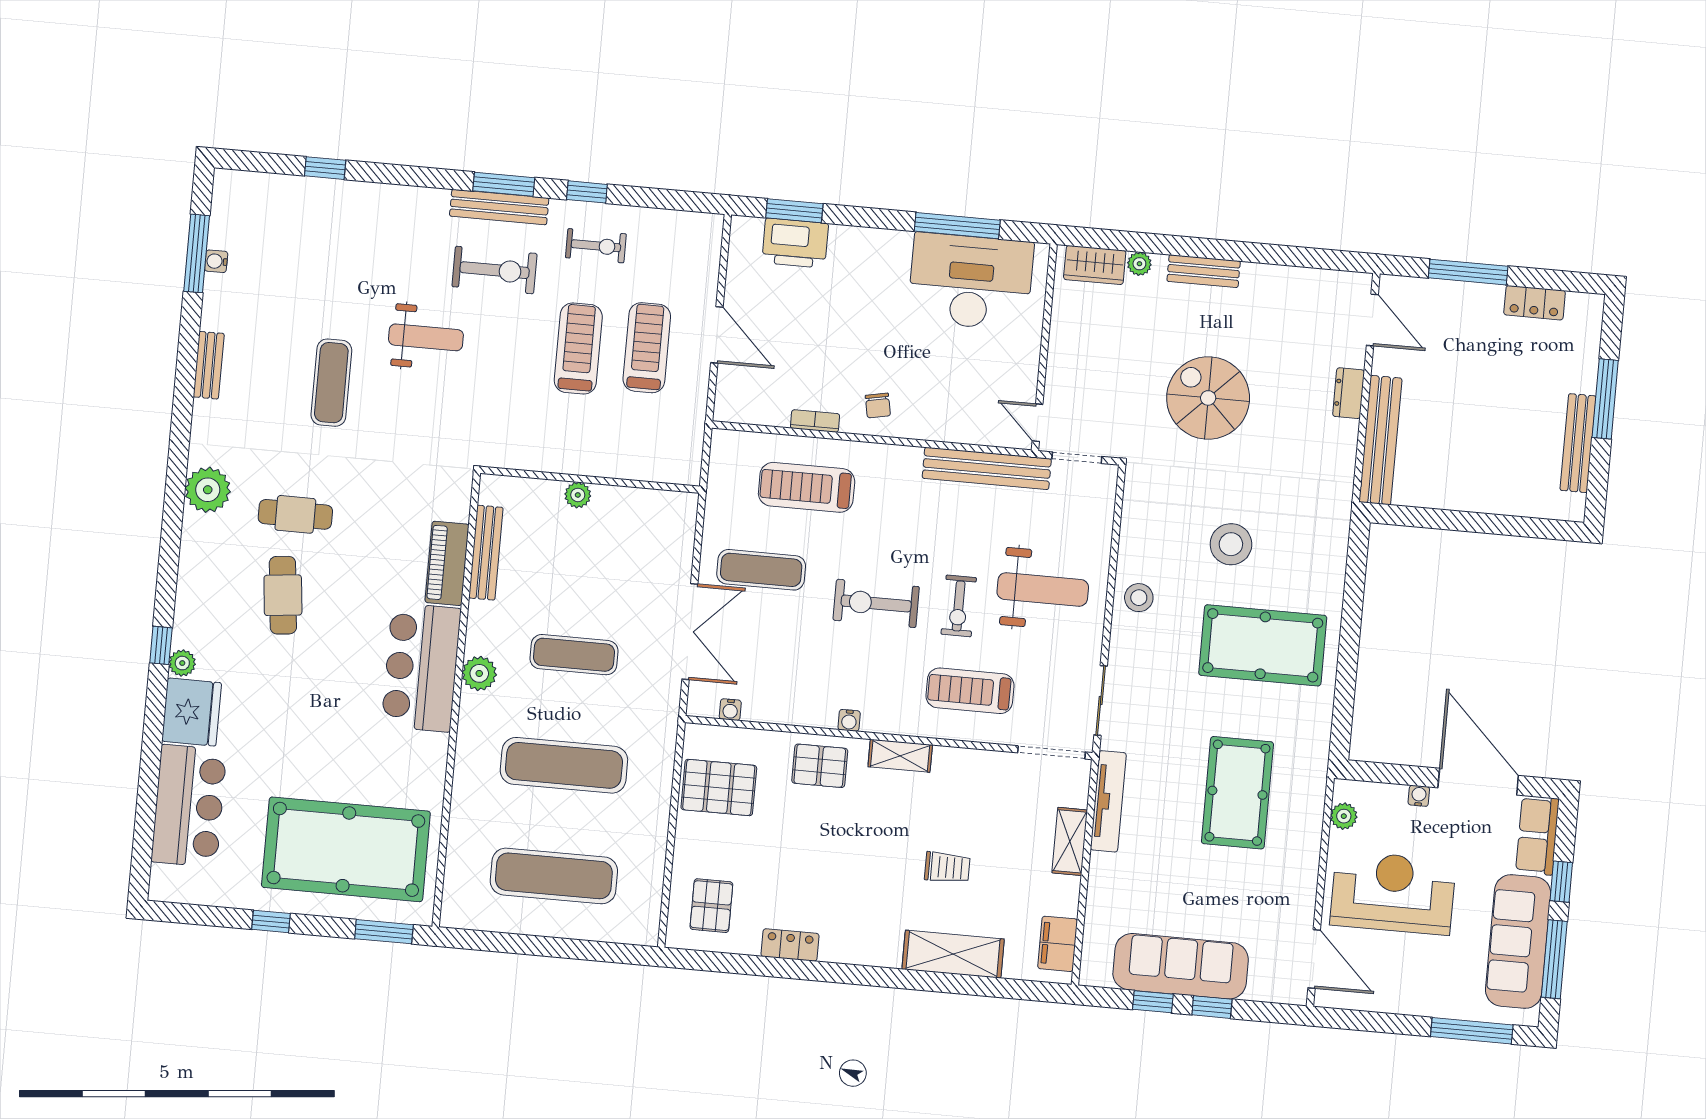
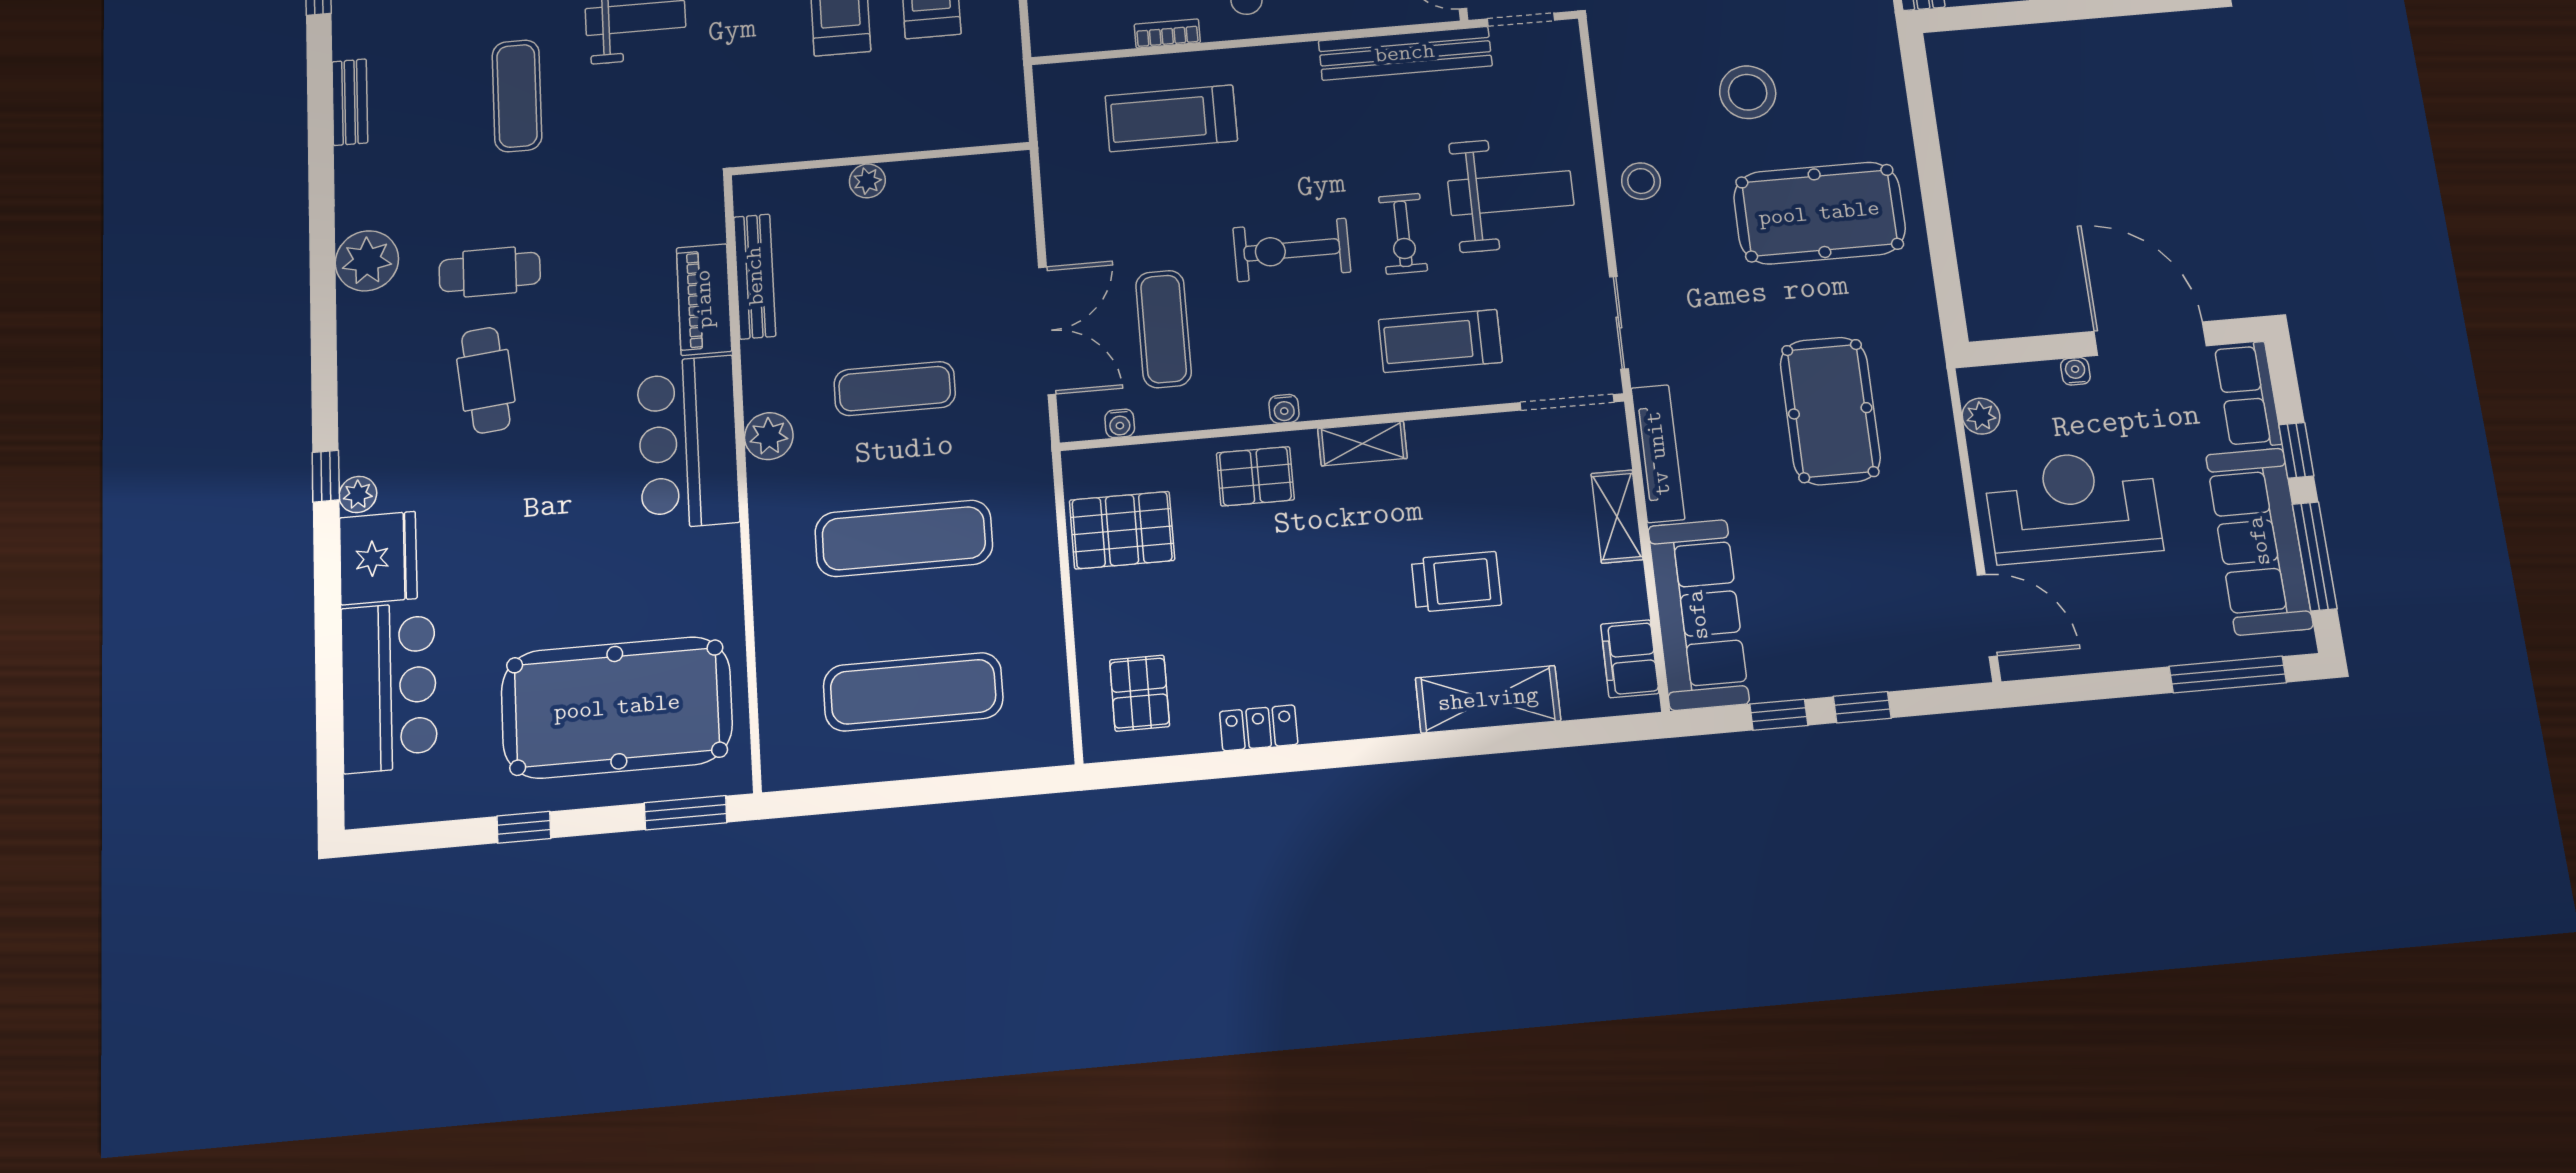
exercise mat: (761, 570) -> (1164, 329), moved, turned 90
trolley: (947, 867) -> (1456, 582), width x1.36, depth x1.39
sofa: (1181, 966) -> (1698, 615), moved, turned 90

